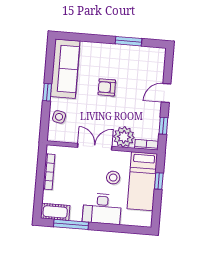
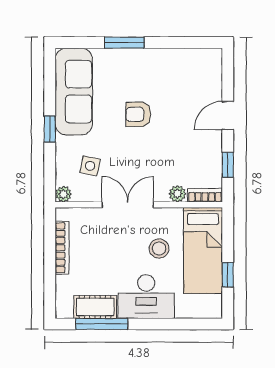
window: (128, 41) -> (124, 43), moved
side table: (59, 117) -> (90, 166), moved
plant: (53, 136) -> (63, 194), added
plant: (124, 137) -> (177, 194), width x0.53, depth x0.53
window: (159, 181) -> (228, 275), moved
cot: (55, 212) -> (95, 307), moved

